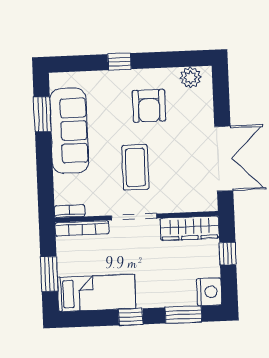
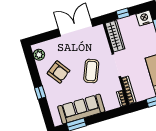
armchair: (149, 106) -> (59, 72), turned 54
coffee table: (135, 167) -> (91, 71), turned -68

